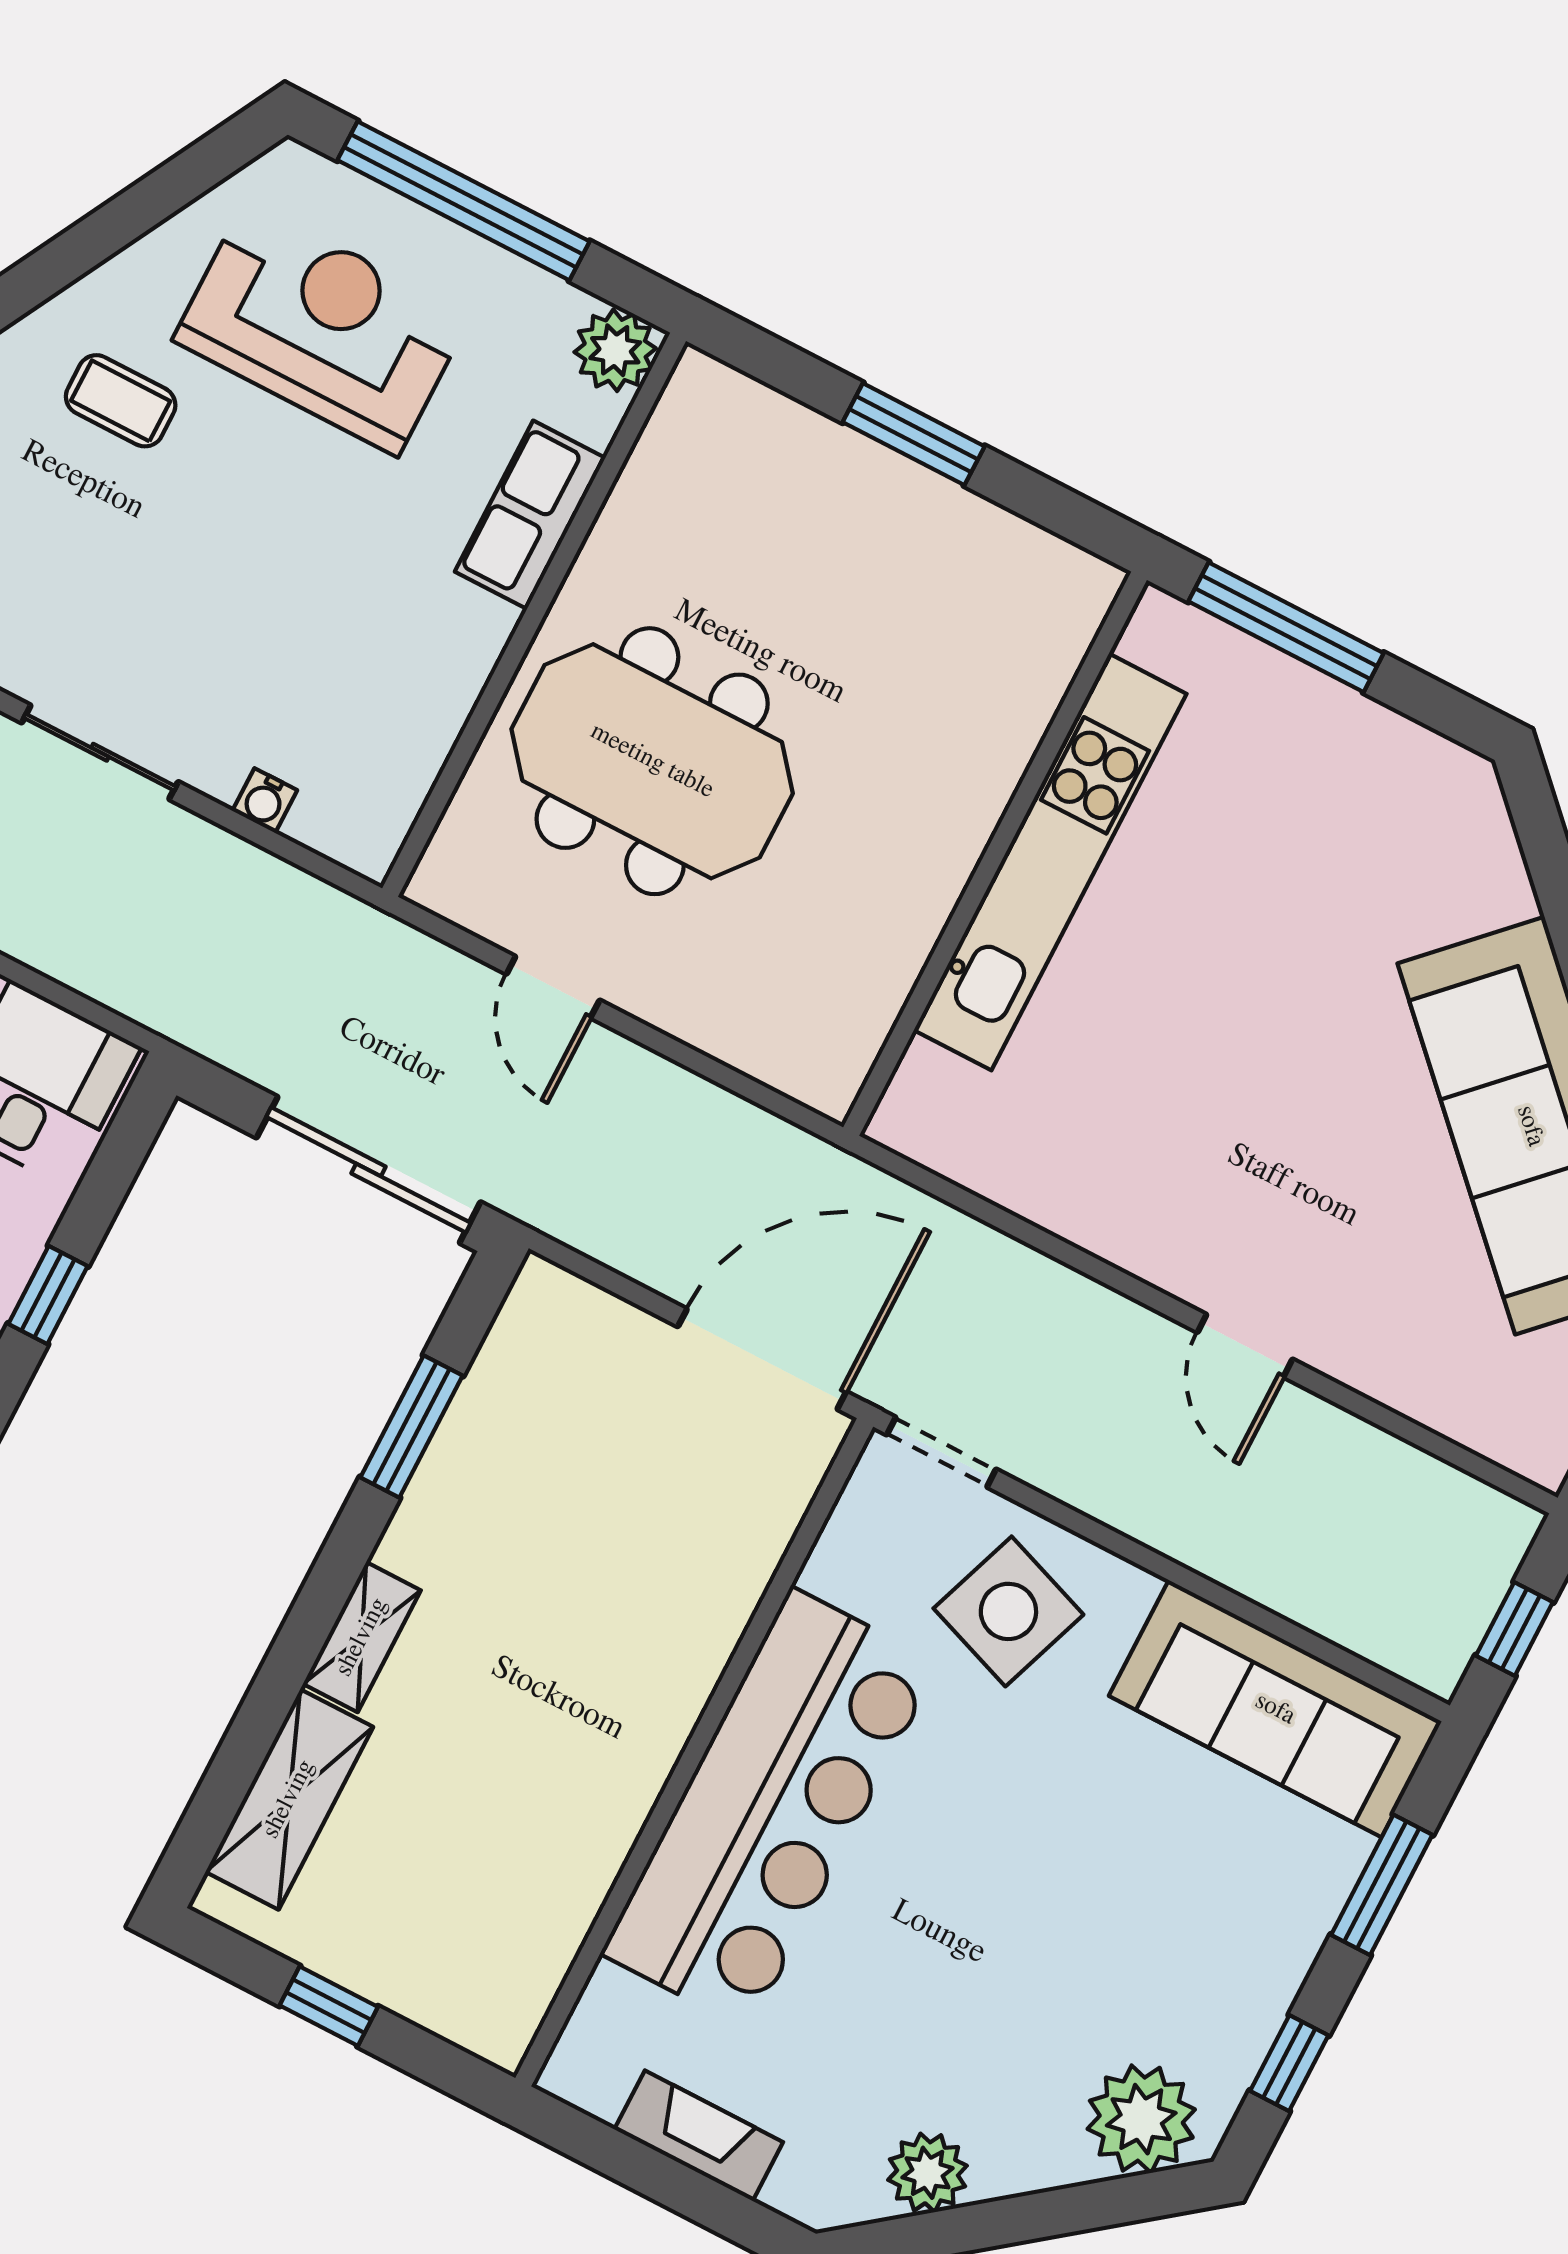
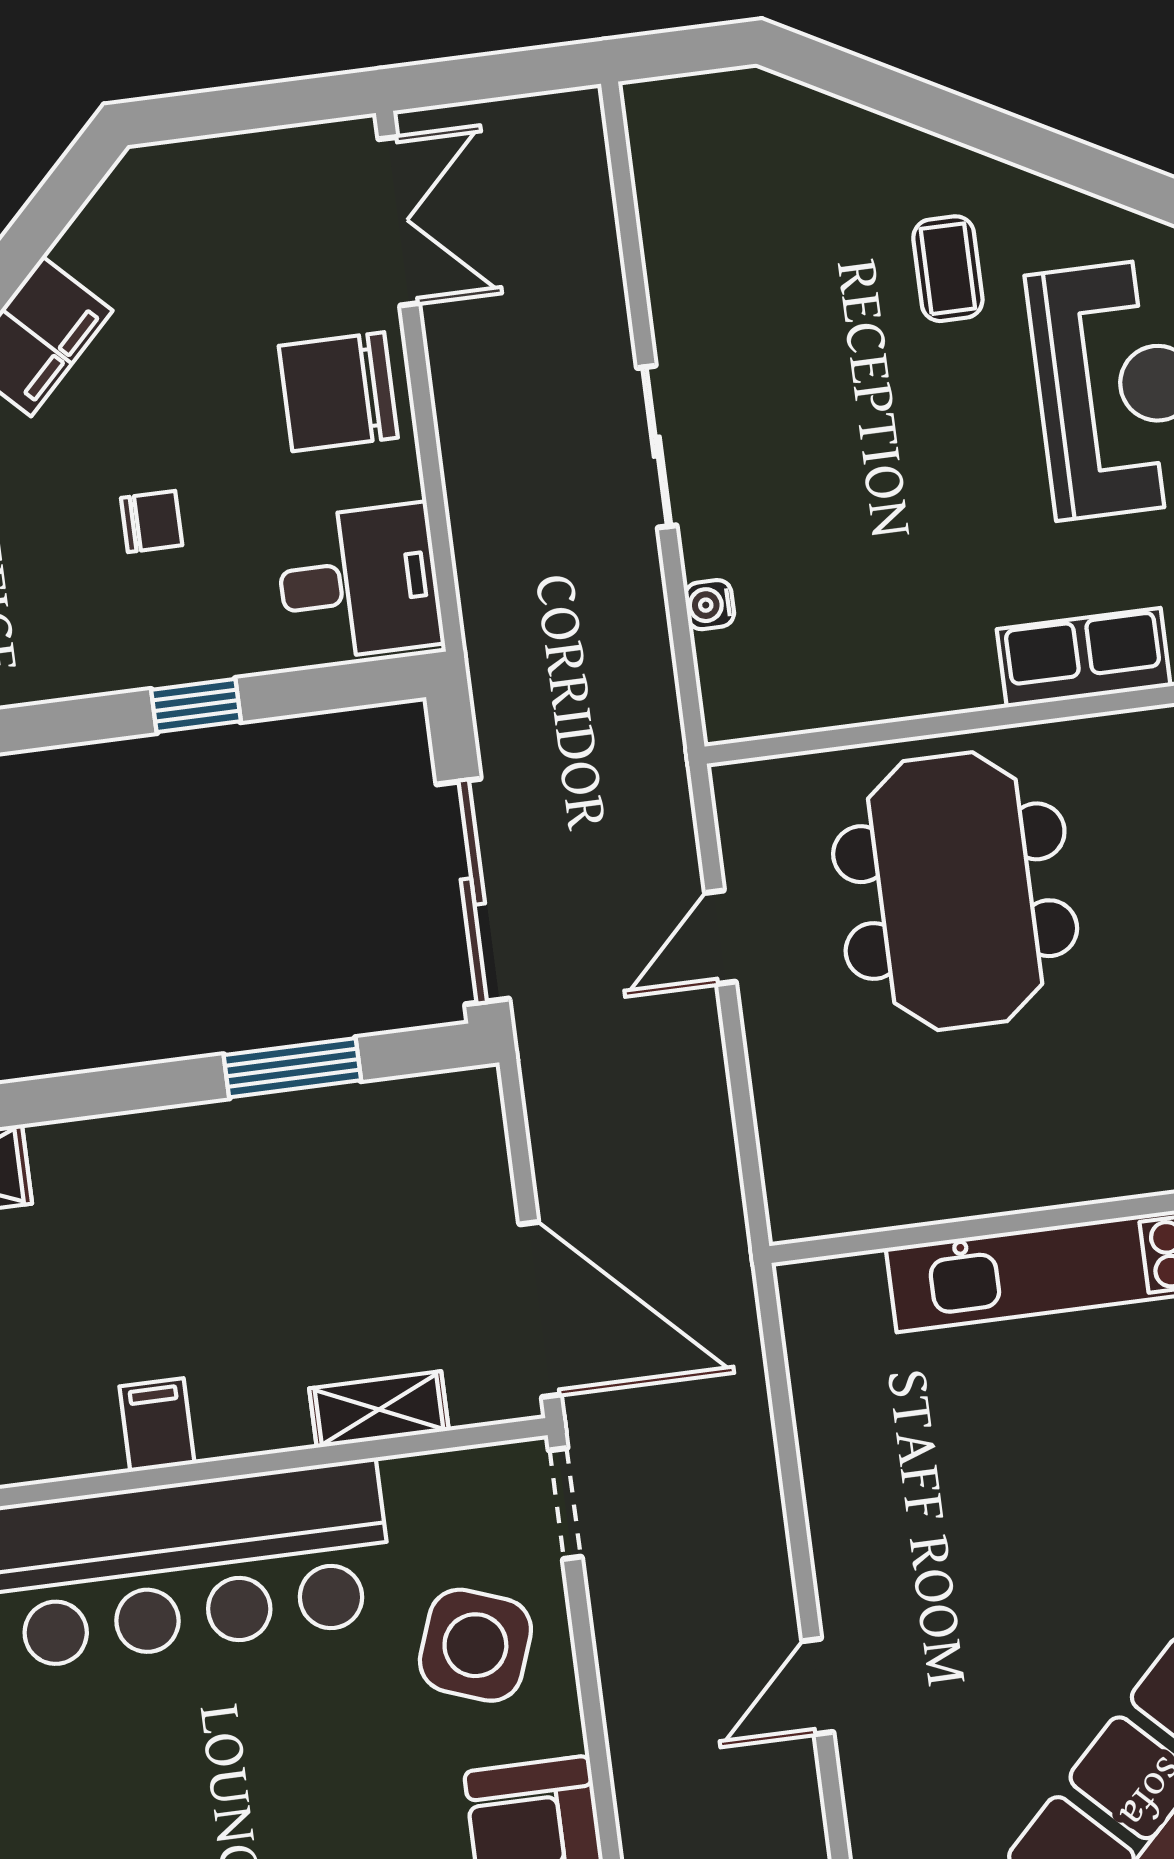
shelving: (362, 1637) -> (379, 1410), moved
filing cabinet: (634, 1752) -> (157, 1425), added

